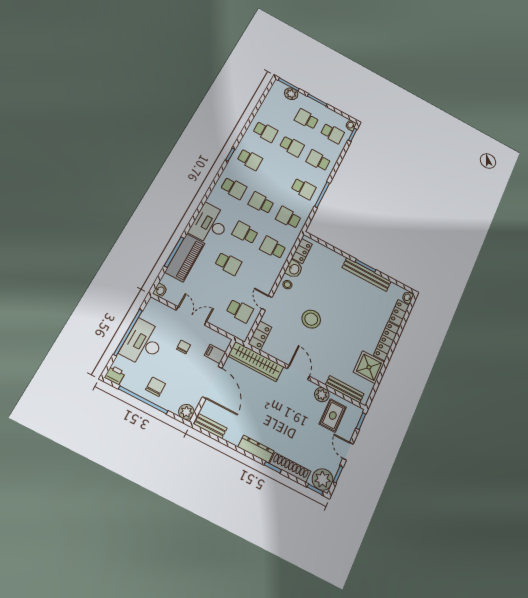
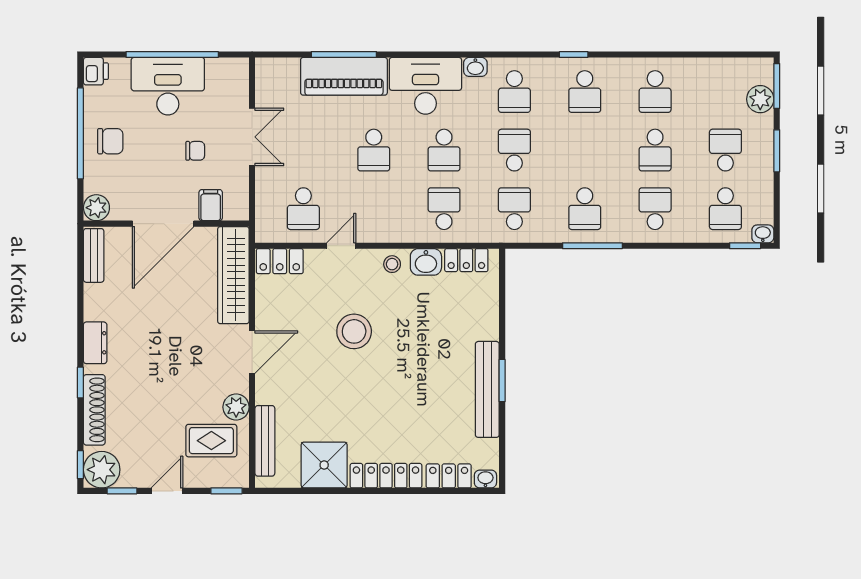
school desk: (245, 233) -> (444, 150), turned 180
washbasin: (160, 291) -> (475, 67), moved
dresser: (256, 449) -> (95, 343), width x0.70

